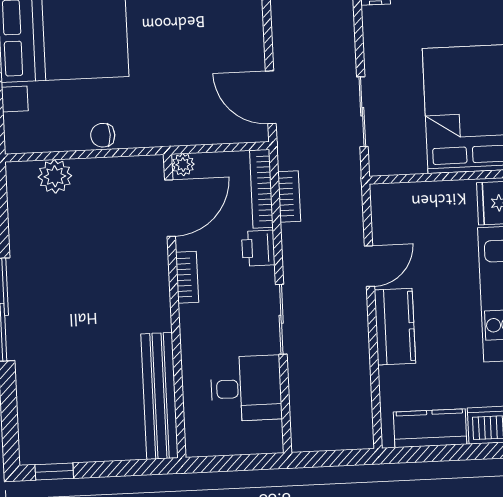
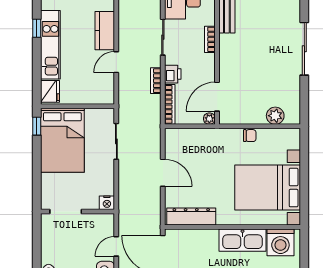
door: (271, 97) -> (163, 173), moved
bookcase: (289, 197) -> (156, 81), moved
bookcase: (187, 277) -> (210, 39), moved

